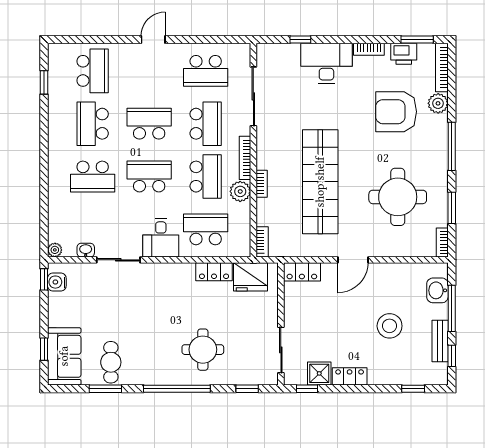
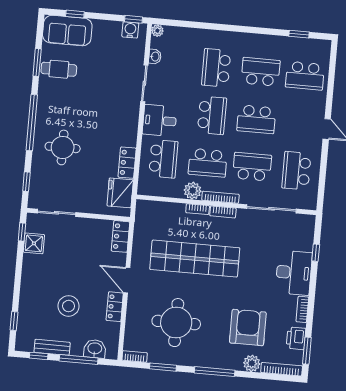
school desk: (149, 124) -> (256, 119), turned 90
school desk: (206, 124) -> (252, 167), turned 180
bookcase: (262, 242) -> (223, 212), moved
locker: (350, 376) -> (115, 307), moved, turned 180

